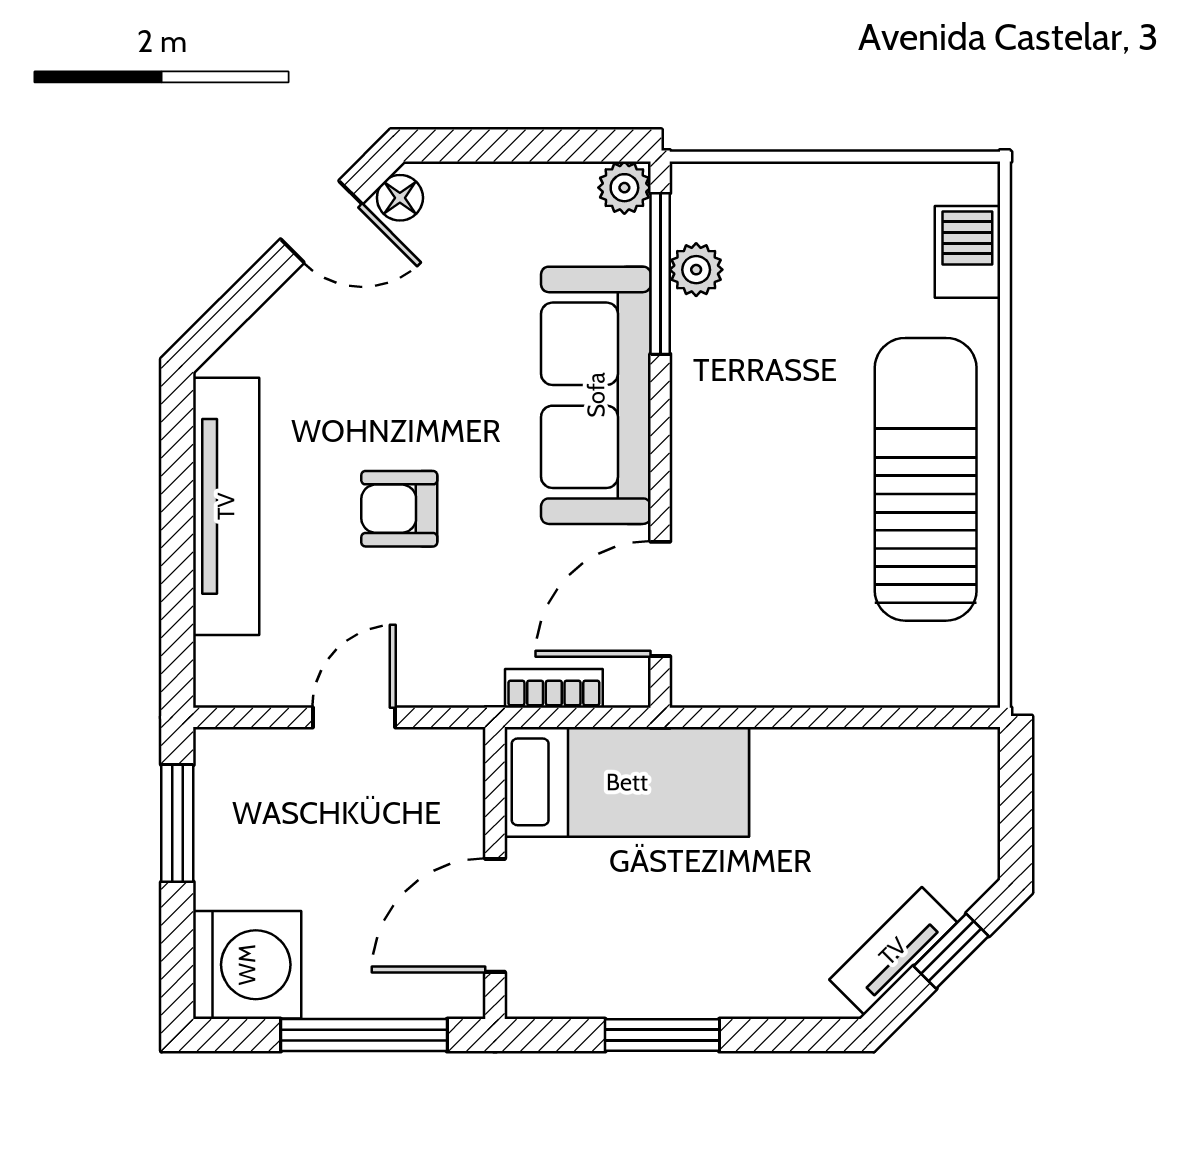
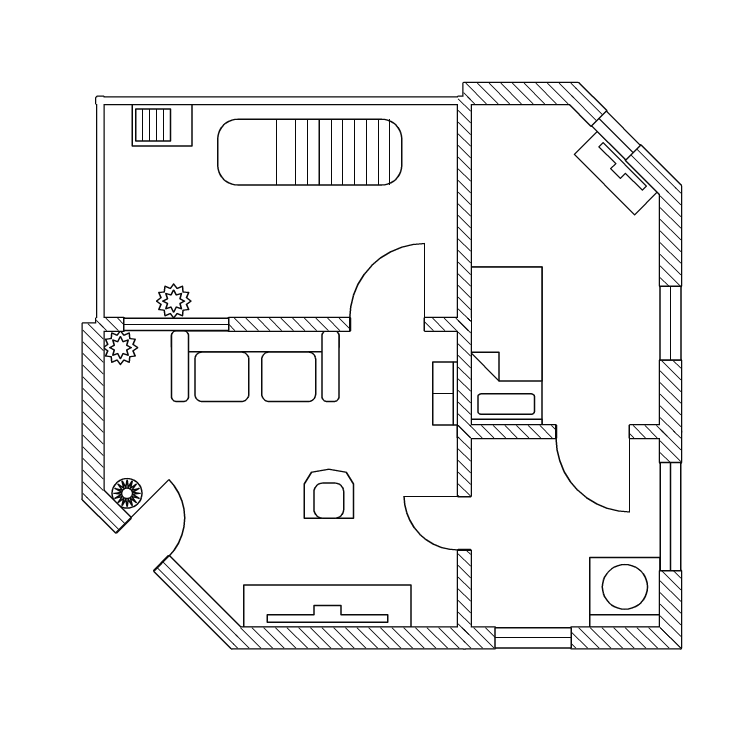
door: (660, 599) -> (387, 324), swing flipped

